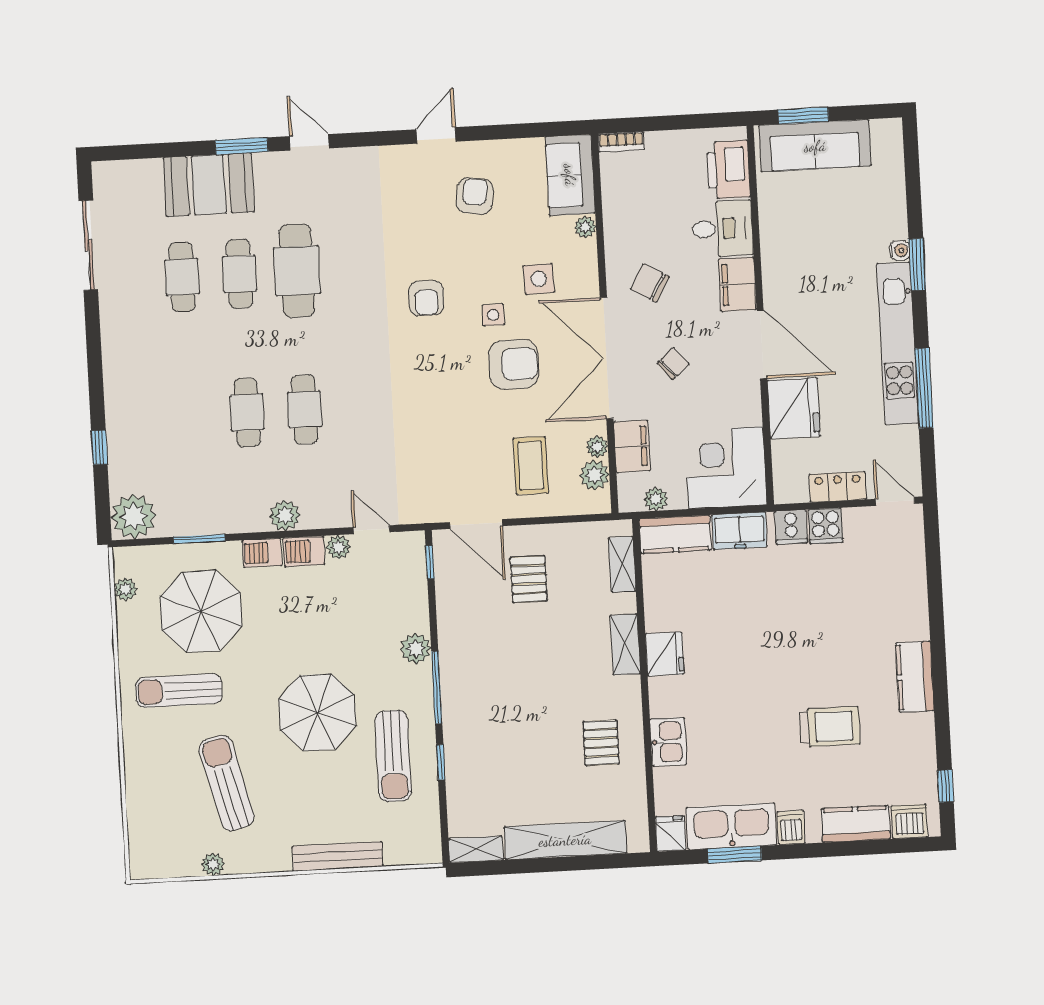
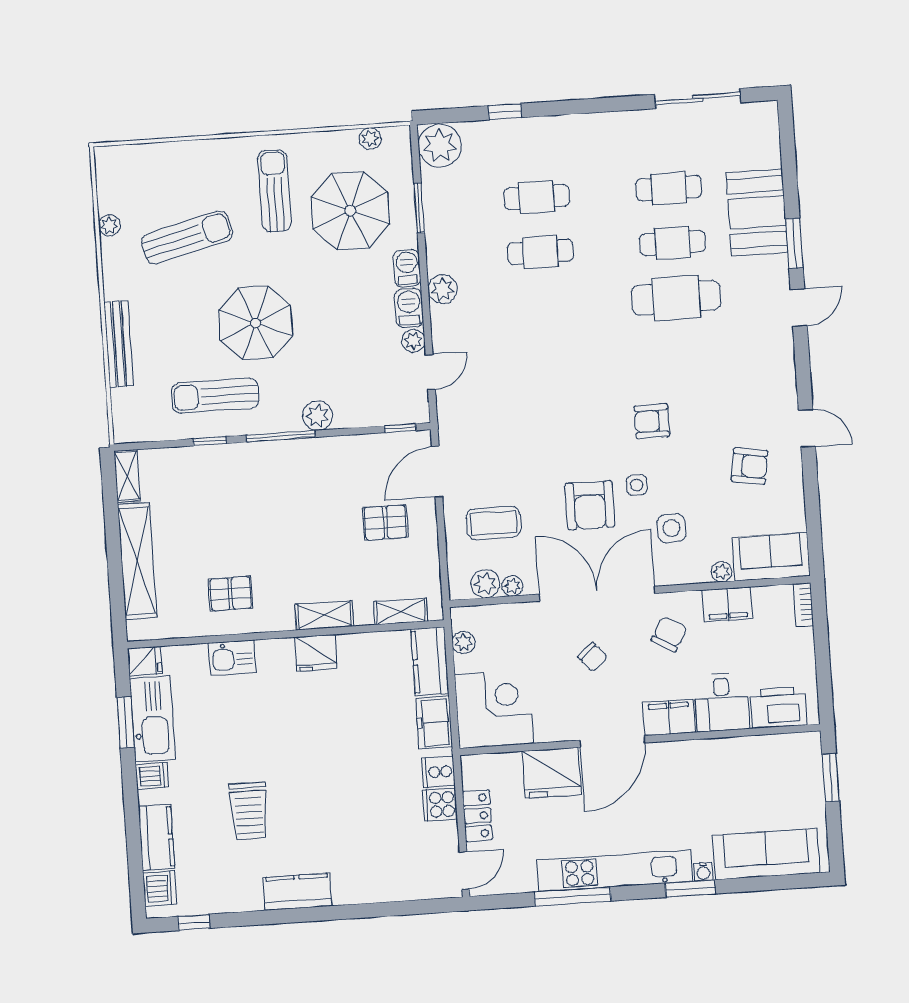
sofa: (815, 146) -> (766, 854), moved, turned 90
cafe table: (305, 409) -> (537, 197), moved
filing cabinet: (632, 446) -> (727, 604), moved

